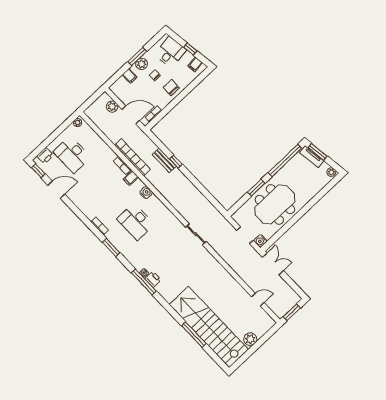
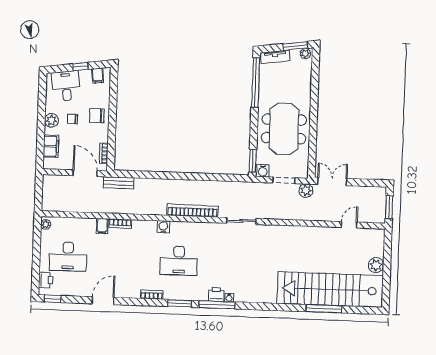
window: (137, 56) -> (41, 117), removed
filing cabinet: (130, 76) -> (51, 146), width x2.00
plant: (112, 107) -> (306, 191), moved
door: (131, 115) -> (85, 173), hinge flipped
window: (318, 152) -> (295, 46), moved
bookcase: (132, 157) -> (193, 211), moved
bench: (164, 160) -> (119, 183), moved
window: (176, 162) -> (163, 175), removed
filing cabinet: (131, 178) -> (102, 226), moved
window: (256, 188) -> (253, 161), moved
door: (56, 190) -> (103, 301), moved
water cooler: (260, 241) -> (263, 171), moved
printer: (153, 279) -> (216, 295), moved
window: (144, 282) -> (217, 305), moved

